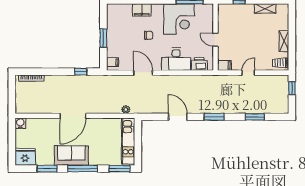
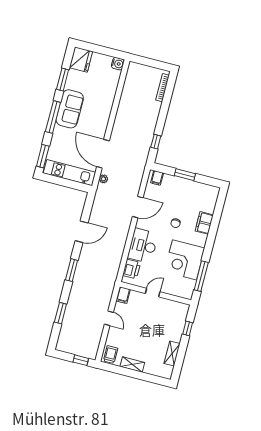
door: (73, 116) -> (103, 154), moved

